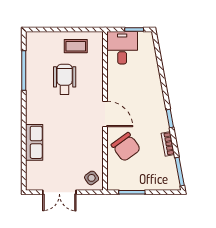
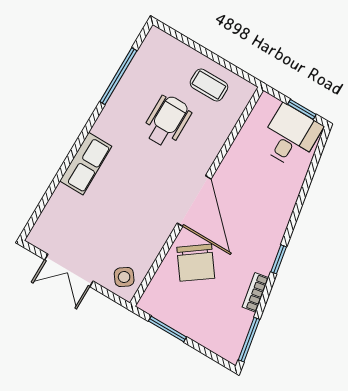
desk: (122, 48) -> (290, 136), moved
door: (105, 114) -> (194, 201), width x1.36
row of seats: (34, 142) -> (86, 164), moved

